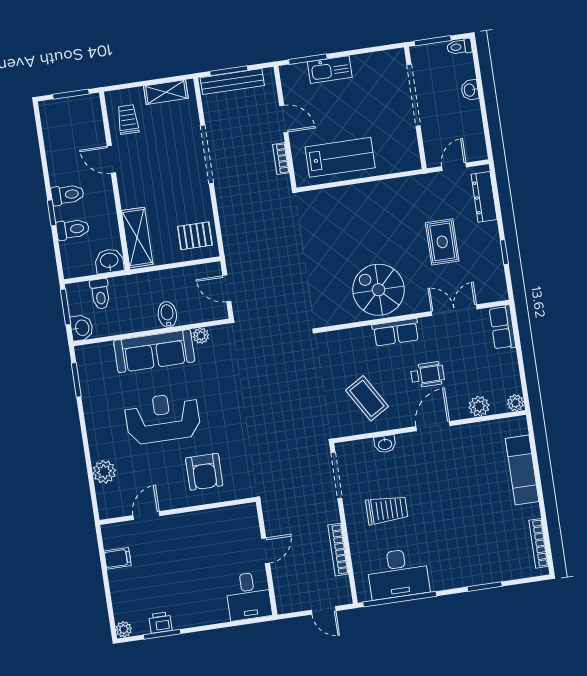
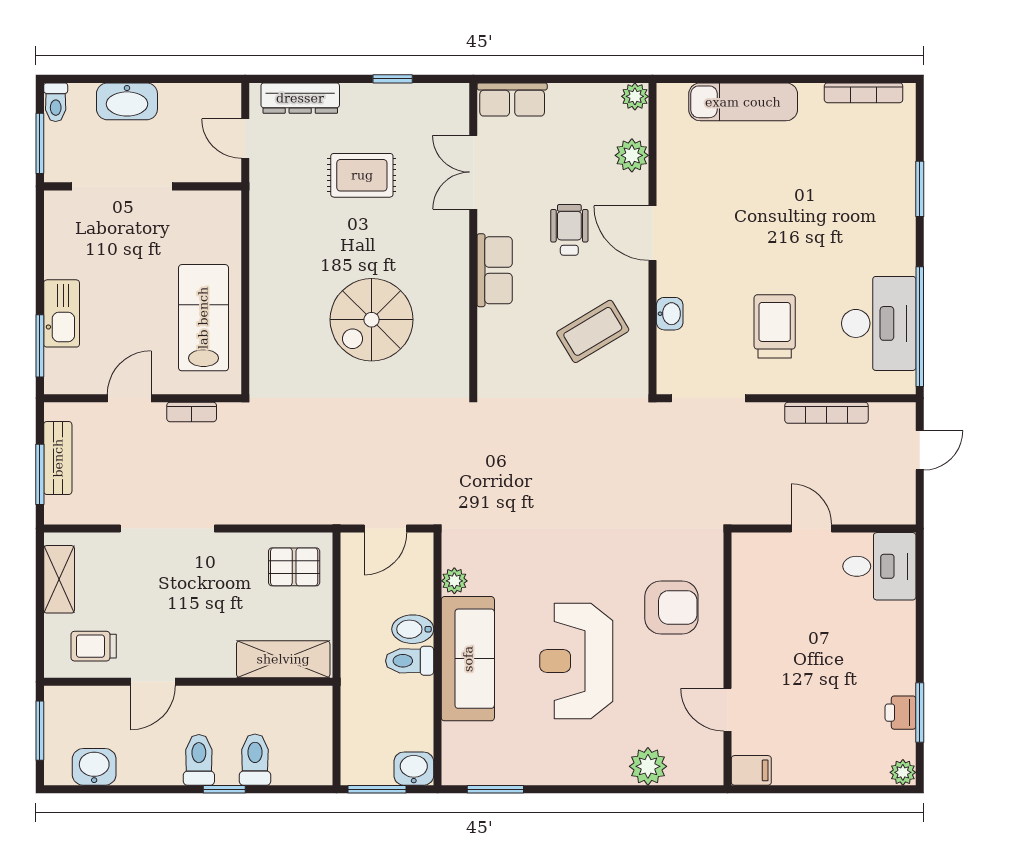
bench: (232, 82) -> (58, 458), width x0.73
washbasin: (470, 90) -> (127, 101), width x1.91, depth x1.45
pallet: (195, 236) -> (294, 567), turned 90
washbasin: (109, 261) -> (94, 767), moved, turned 90
spiral stairs: (379, 290) -> (372, 320), moved
toilet: (100, 294) -> (410, 661), moved, turned 180
filing cabinet: (118, 558) -> (751, 770), moved, turned 90

